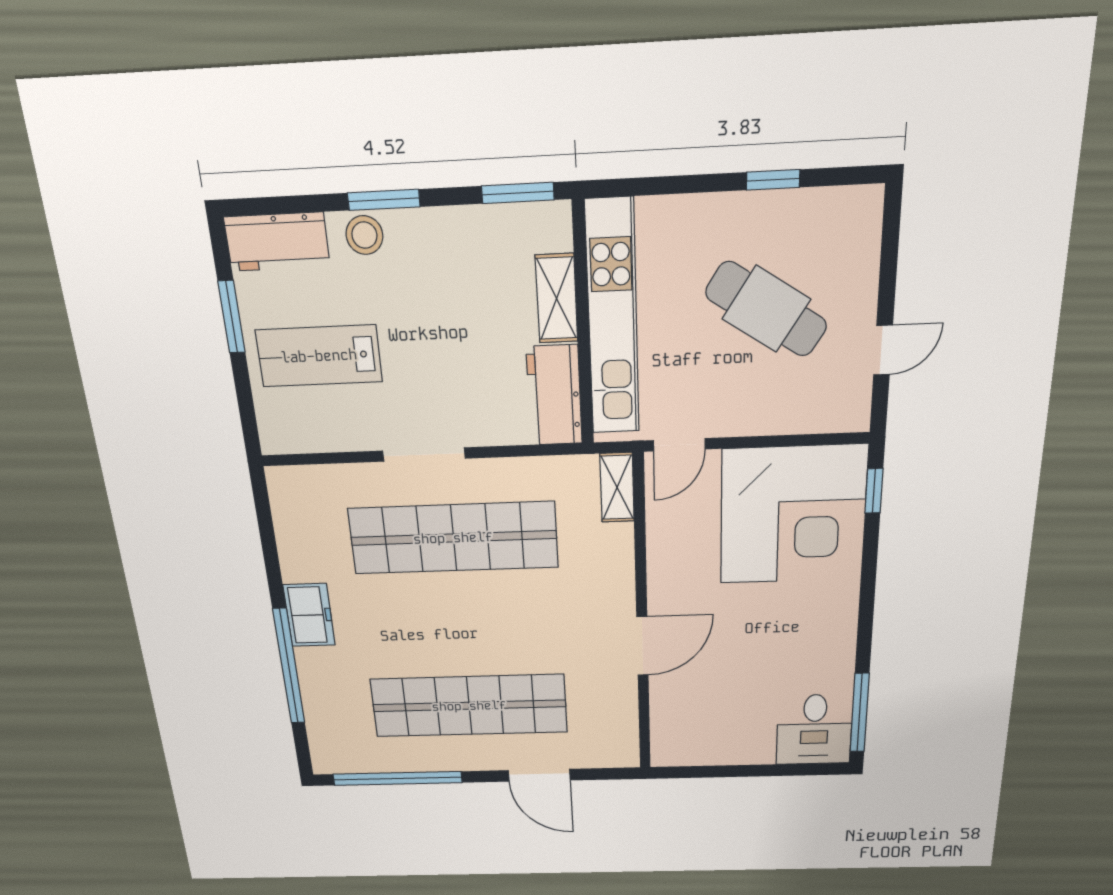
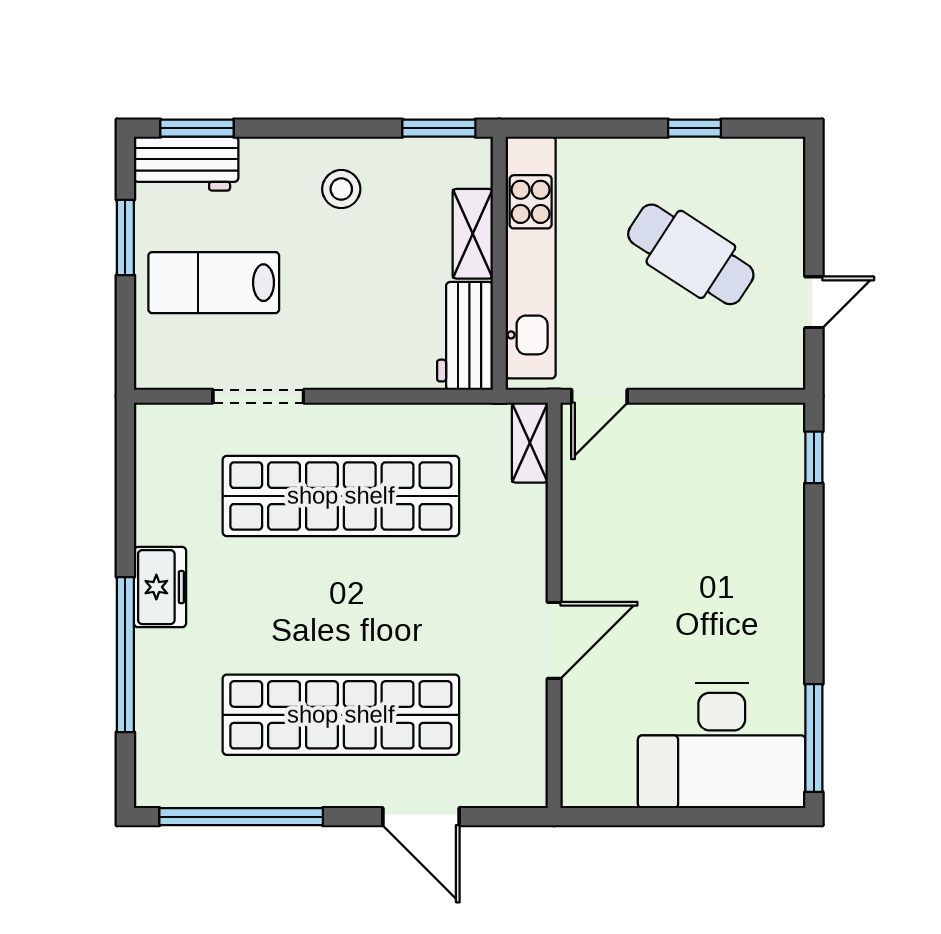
window: (384, 200) -> (197, 128), moved
stool: (364, 235) -> (341, 189), moved
doorway: (424, 455) -> (258, 396), moved
corner desk: (793, 515) -> (726, 482), removed
desk: (814, 730) -> (722, 745), width x1.87, depth x1.30

